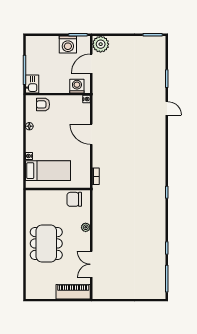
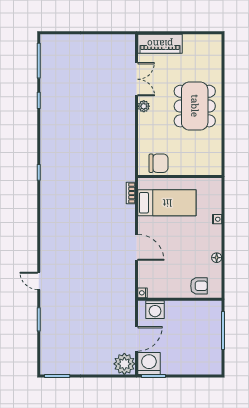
washing machine: (68, 44) -> (149, 363), moved
kitchen sink: (32, 84) -> (213, 312), removed
bed: (48, 171) -> (167, 203), moved, turned 180
plant: (86, 227) -> (144, 106), moved

